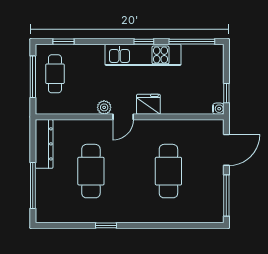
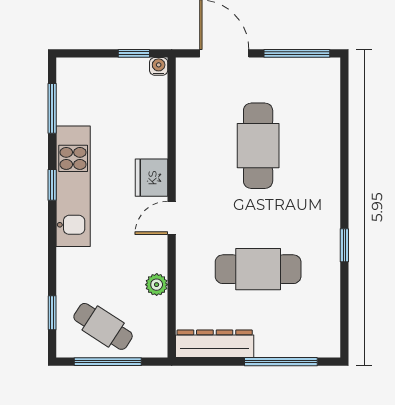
window: (192, 42) -> (52, 108), width x0.69
cafe table: (55, 74) -> (103, 326), turned 33
plant: (104, 107) -> (157, 285), moved
door: (123, 117) -> (172, 218), swing flipped
cafe table: (168, 171) -> (258, 146), turned 90

